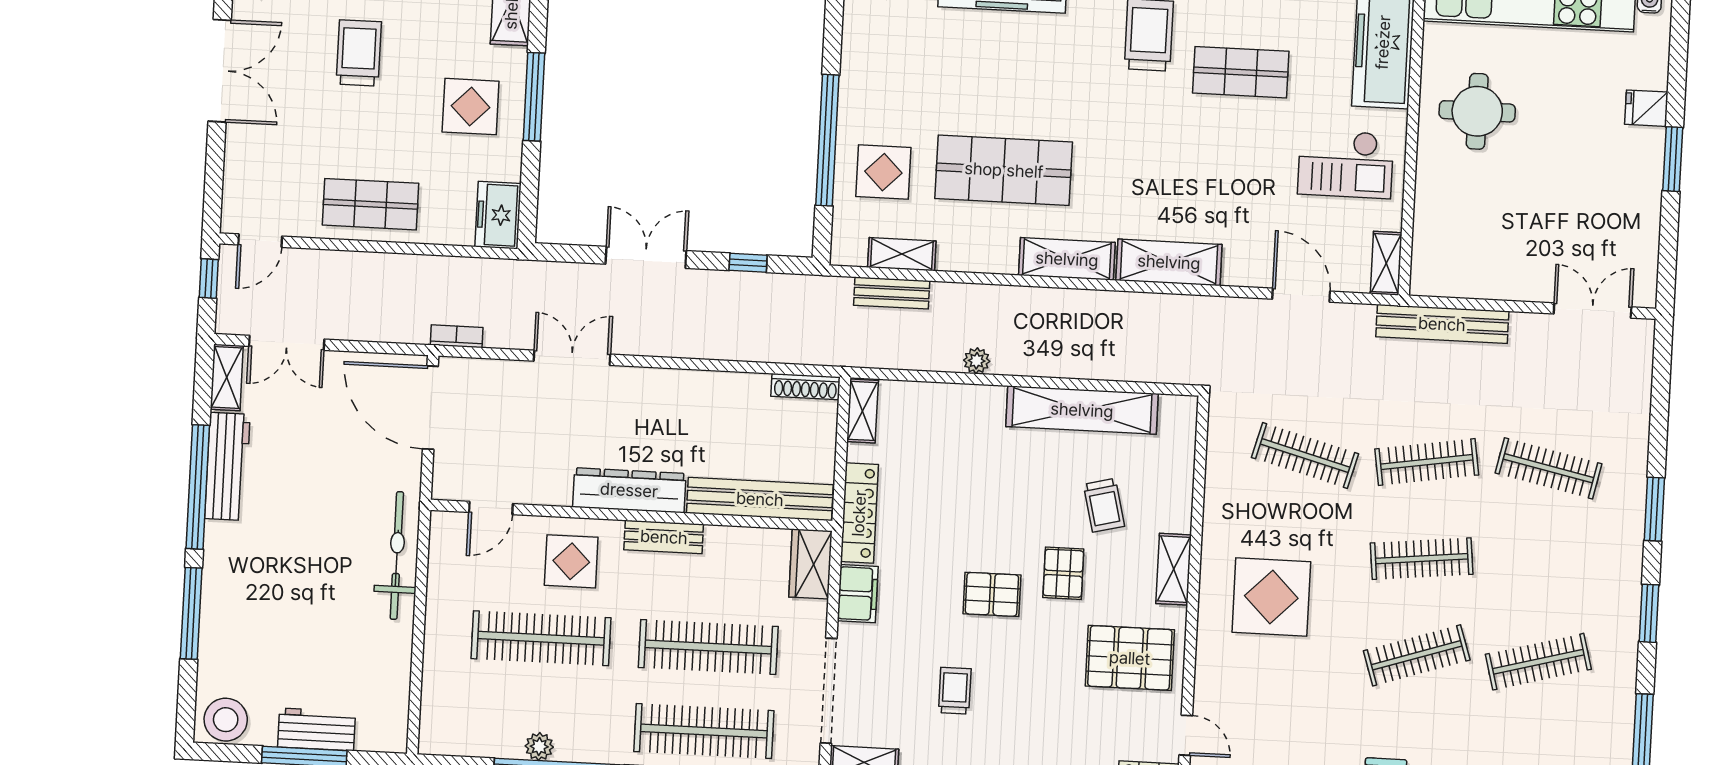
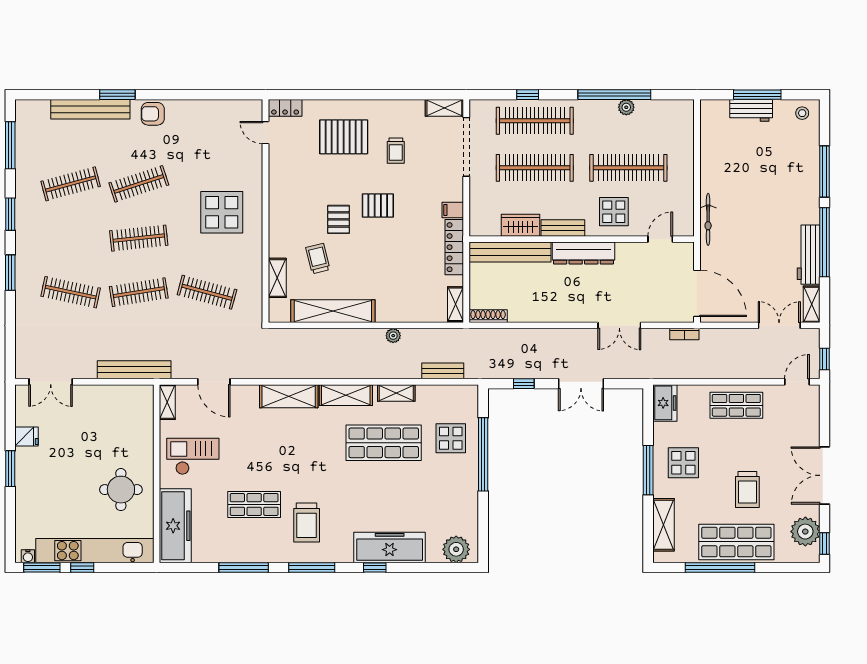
fridge: (1646, 108) -> (27, 436), moved
shelving: (902, 254) -> (396, 393), moved
bicycle: (397, 555) -> (708, 219), width x0.73, depth x0.71
wardrobe: (810, 564) -> (520, 225), moved, turned -90
shelving: (1174, 569) -> (277, 278), moved
filing cabinet: (858, 594) -> (453, 210), width x0.50
pallet: (1130, 658) -> (344, 137), moved
stool: (226, 720) -> (802, 113), width x0.53, depth x0.53

